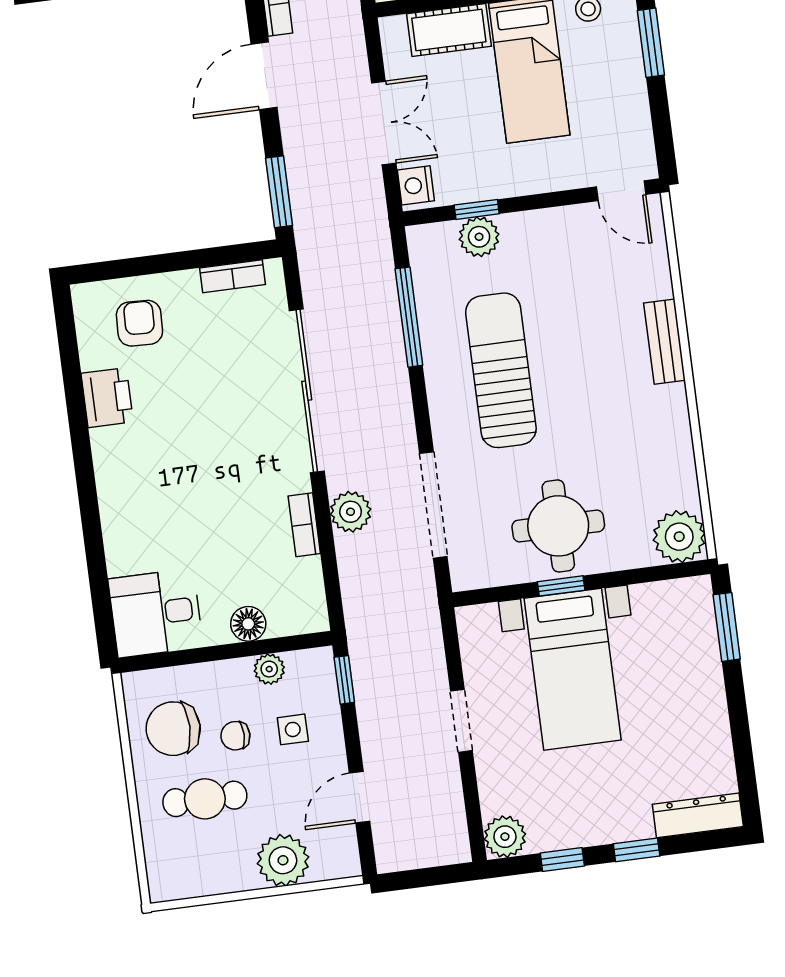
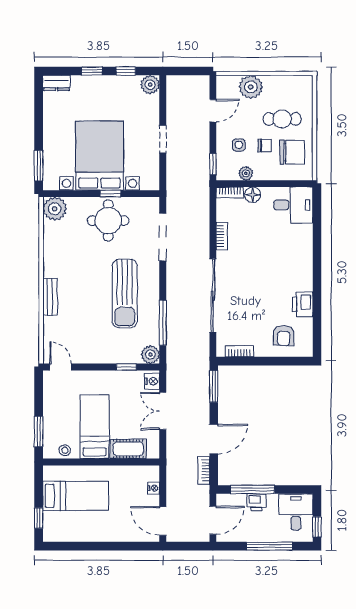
plant: (479, 237) -> (150, 355), moved
plant: (351, 512) -> (200, 239), removed
bookcase: (299, 623) -> (230, 192), added
bed with nightstands: (573, 669) -> (100, 156), width x1.36
dresser: (698, 815) -> (57, 83), width x0.70

